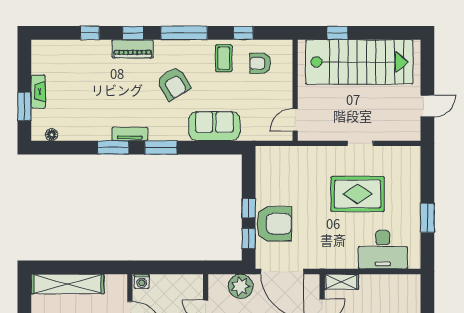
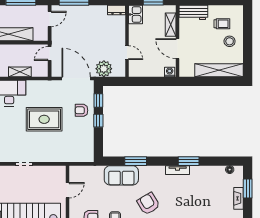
door: (295, 120) -> (68, 190), moved
window: (161, 148) -> (136, 161), moved
rug: (358, 194) -> (44, 119), moved
armchair: (274, 224) -> (81, 110), width x0.53, depth x0.53
shelving: (341, 282) -> (20, 72), moved

